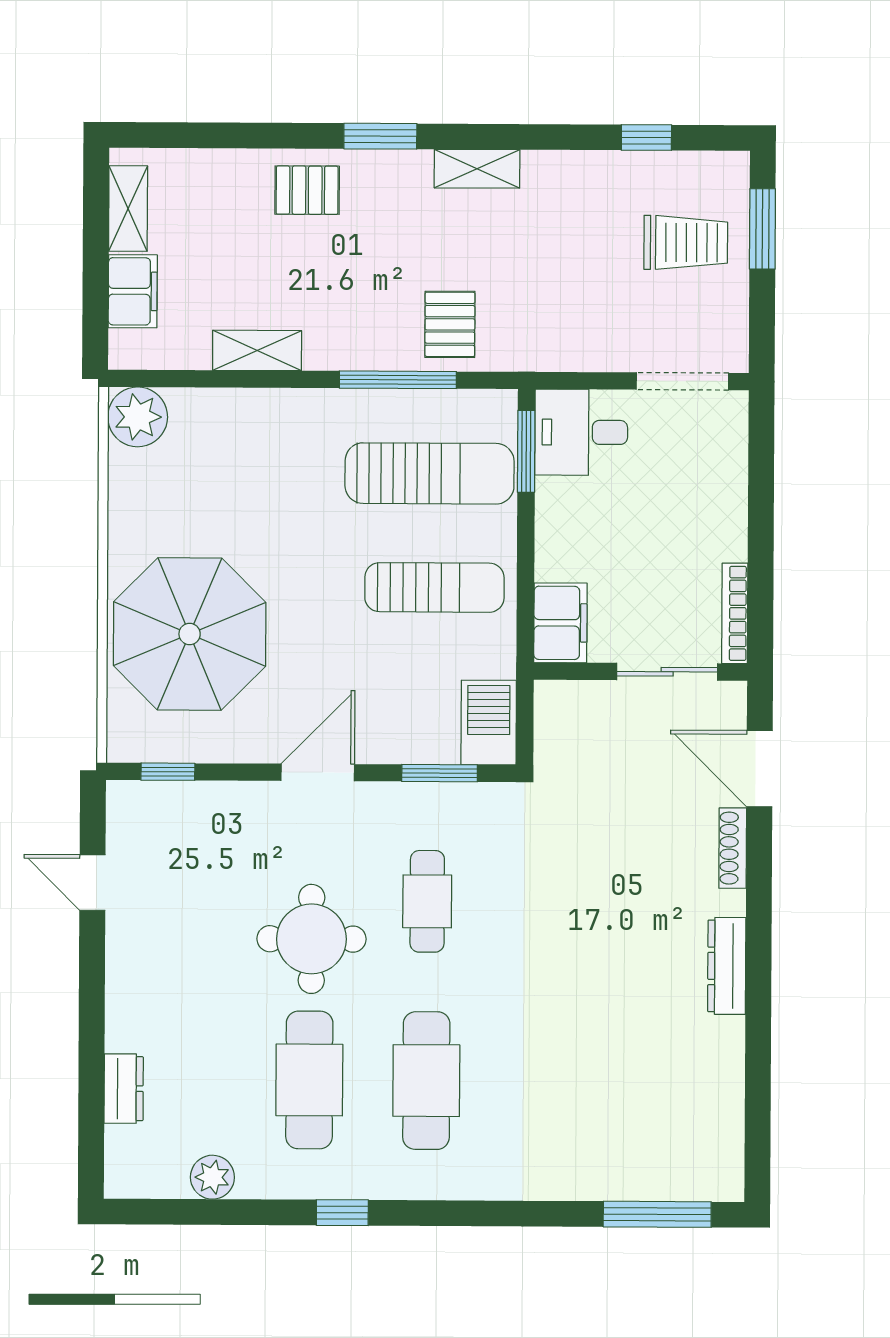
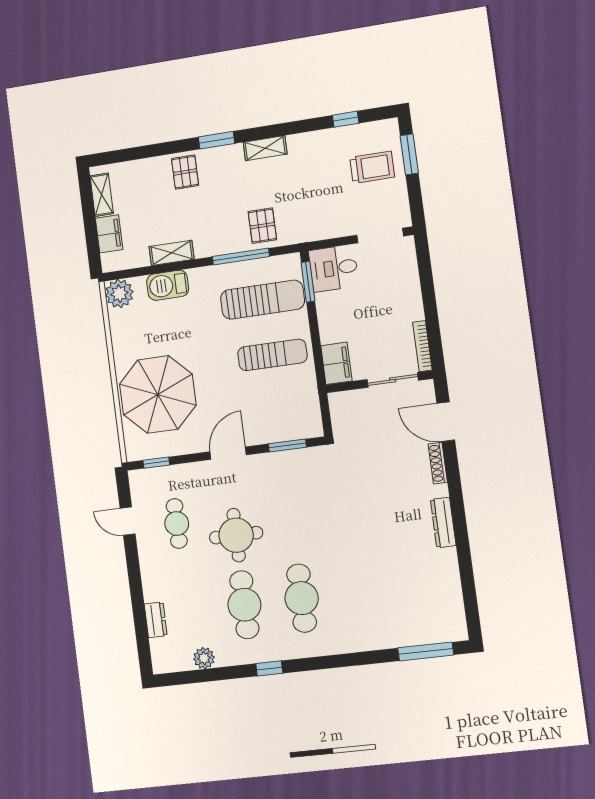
pallet: (307, 190) -> (185, 172), turned 90
barbecue: (489, 723) -> (168, 285), moved, turned -90
cafe table: (427, 901) -> (177, 524), moved

